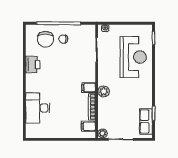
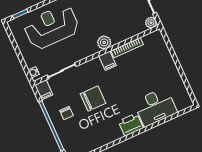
chair: (46, 39) -> (93, 99), moved
printer: (33, 65) -> (131, 125), moved
filing cabinet: (88, 126) -> (44, 90), moved

